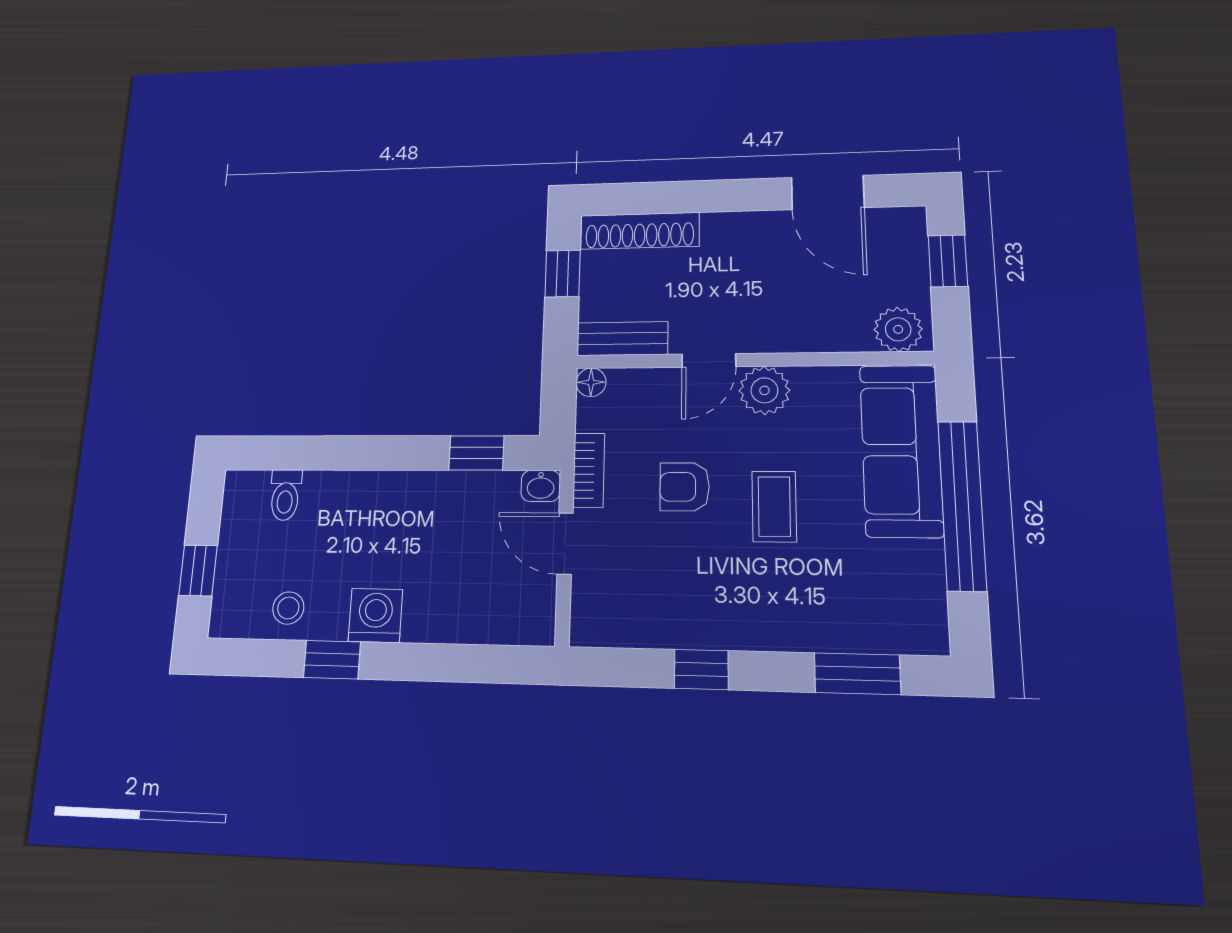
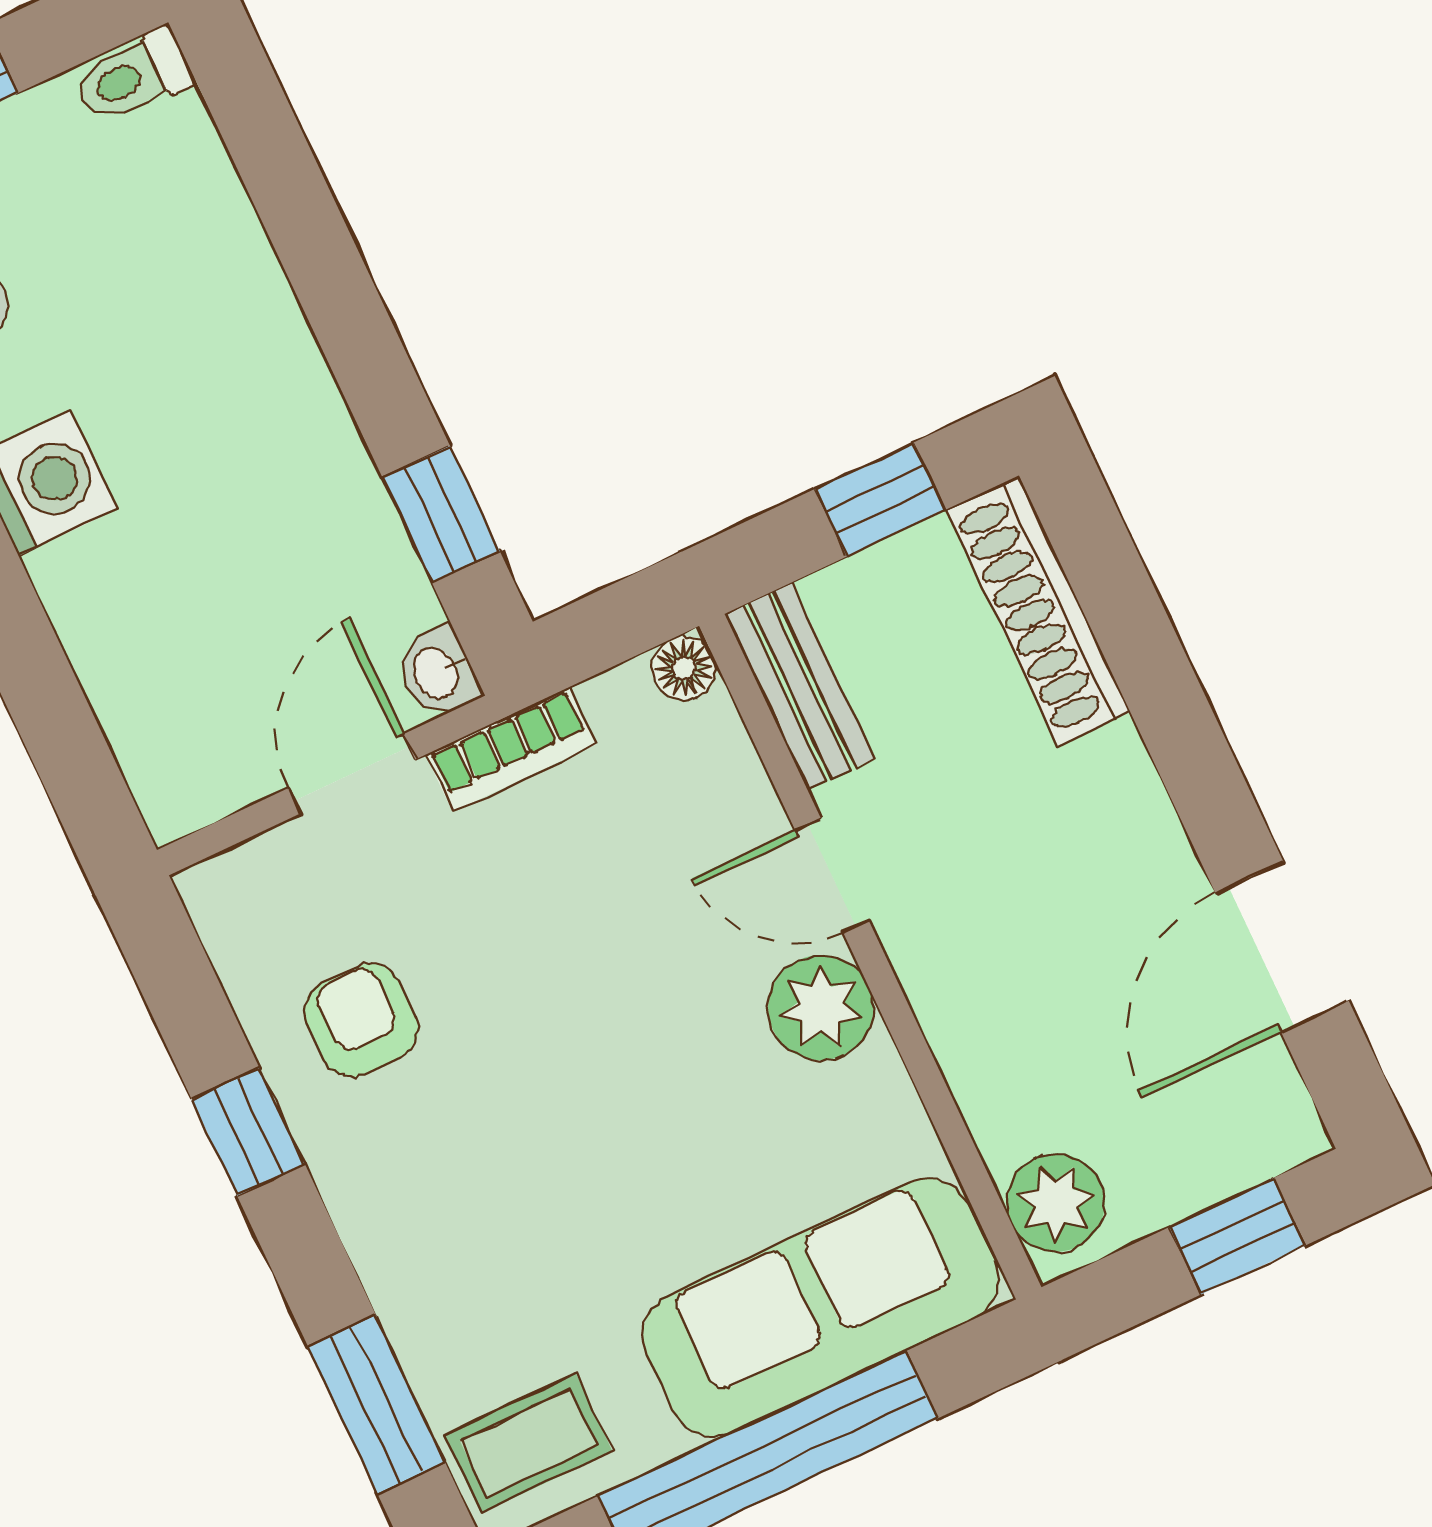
armchair: (685, 487) -> (361, 1020), moved
toilet: (285, 495) -> (133, 77), moved
coffee table: (774, 506) -> (528, 1443), moved

